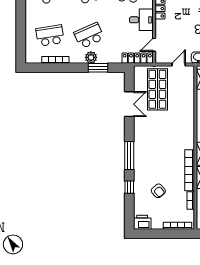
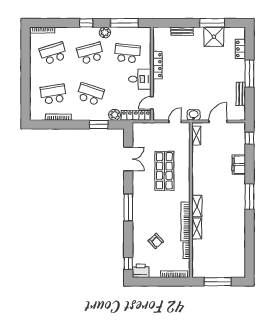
school desk: (89, 36) -> (90, 94), turned 42
plant: (91, 57) -> (115, 115), moved
shop shelf: (157, 89) -> (164, 171), moved
window: (129, 187) -> (128, 263), moved

